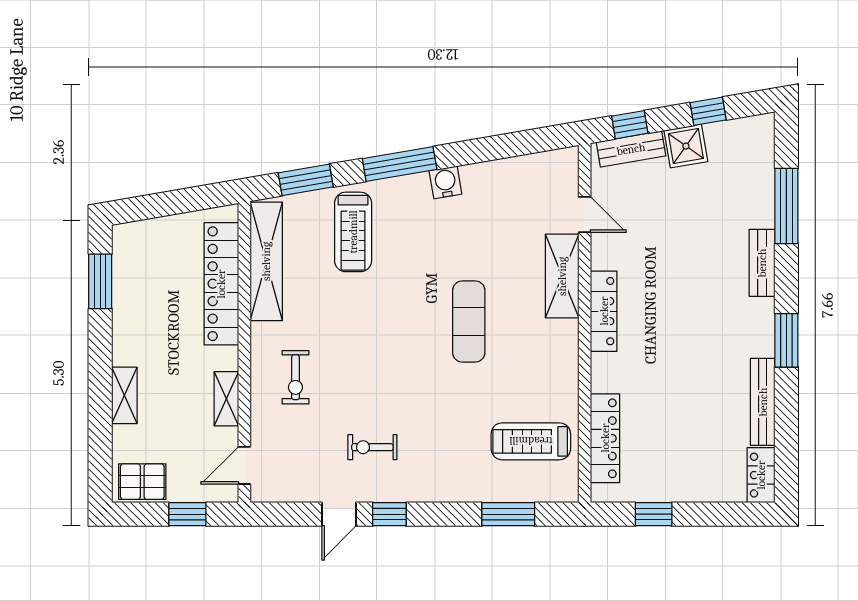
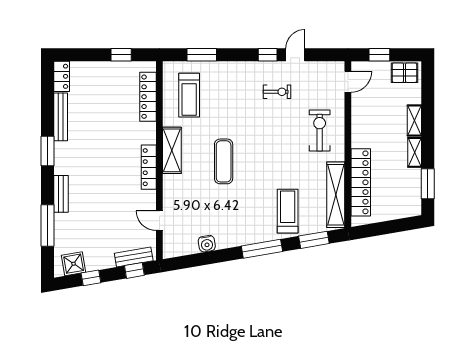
shower: (686, 146) -> (74, 264), moved
water cooler: (445, 182) -> (207, 244), moved
shelving: (562, 276) -> (172, 150), moved
exercise bike: (295, 377) -> (320, 131), width x1.38, depth x1.39
shelving: (226, 399) -> (415, 152), moved
treadmill: (531, 441) -> (189, 95), turned 90

